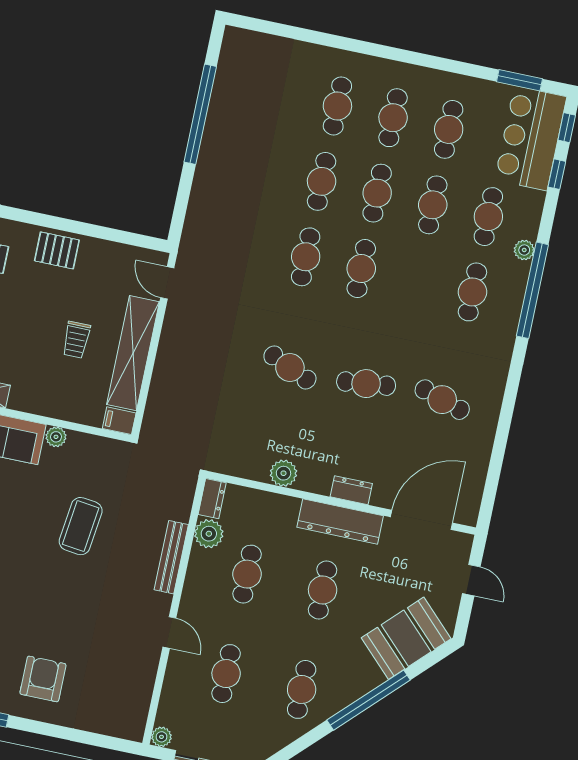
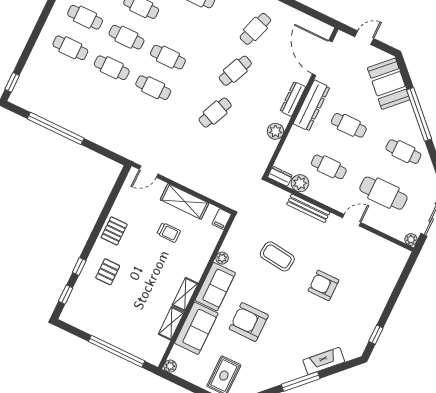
window: (258, 25) -> (12, 82), added
shelving: (133, 353) -> (185, 201), width x0.68
cafe table: (366, 384) -> (235, 71), turned 30
dresser: (351, 490) -> (293, 99), width x1.44
cafe table: (226, 674) -> (383, 193), width x1.37, depth x1.35
armchair: (43, 679) -> (323, 285), moved

